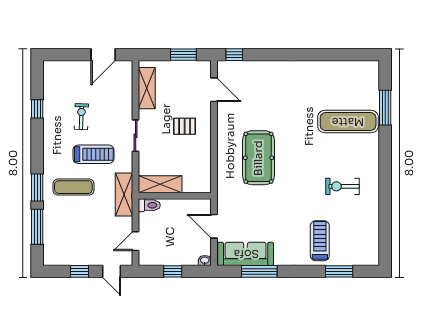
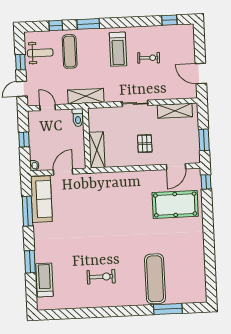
window: (37, 109) -> (169, 20), moved
treadmill: (93, 154) -> (118, 49), moved
pool table: (258, 158) -> (175, 204), moved
shelving: (160, 184) -> (97, 150), moved
exercise bike: (342, 186) -> (101, 277), turned 90
exercise mat: (73, 187) -> (70, 51), moved
window: (37, 227) -> (56, 25), width x0.46
treadmill: (320, 241) -> (44, 280), moved, turned -90
weight bench: (69, 247) -> (40, 53), added
window: (339, 271) -> (30, 262), moved

